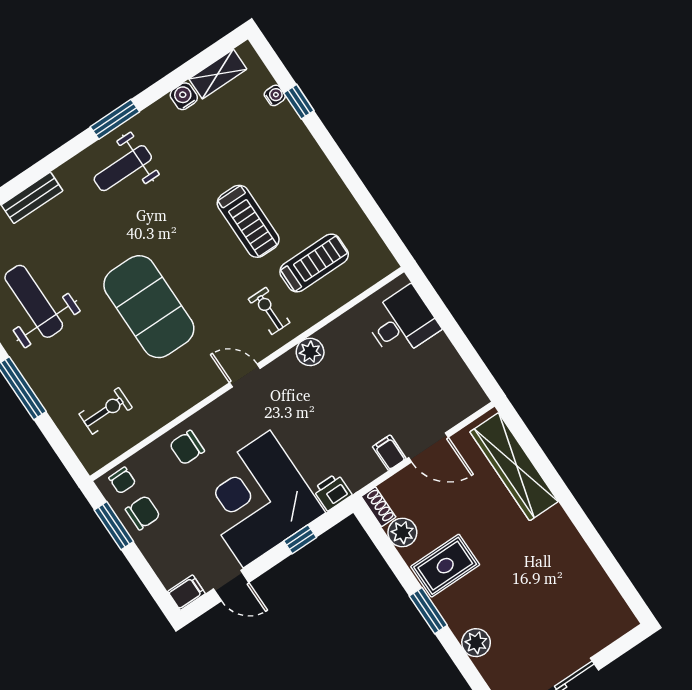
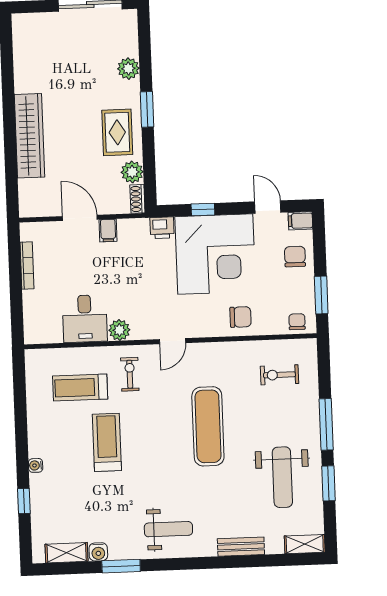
water cooler: (275, 95) -> (36, 465), moved
window: (115, 119) -> (121, 566), moved
exercise mat: (149, 307) -> (208, 426), width x0.68
exercise bike: (269, 311) -> (130, 374), turned 180
desk: (402, 323) -> (85, 319), moved, turned -90
bookcase: (454, 360) -> (27, 265), added
door: (245, 376) -> (173, 341), hinge flipped
wardrobe: (514, 467) -> (30, 136), moved
chair: (143, 513) -> (295, 257), moved, turned 90
rug: (445, 566) -> (117, 132), turned 90

